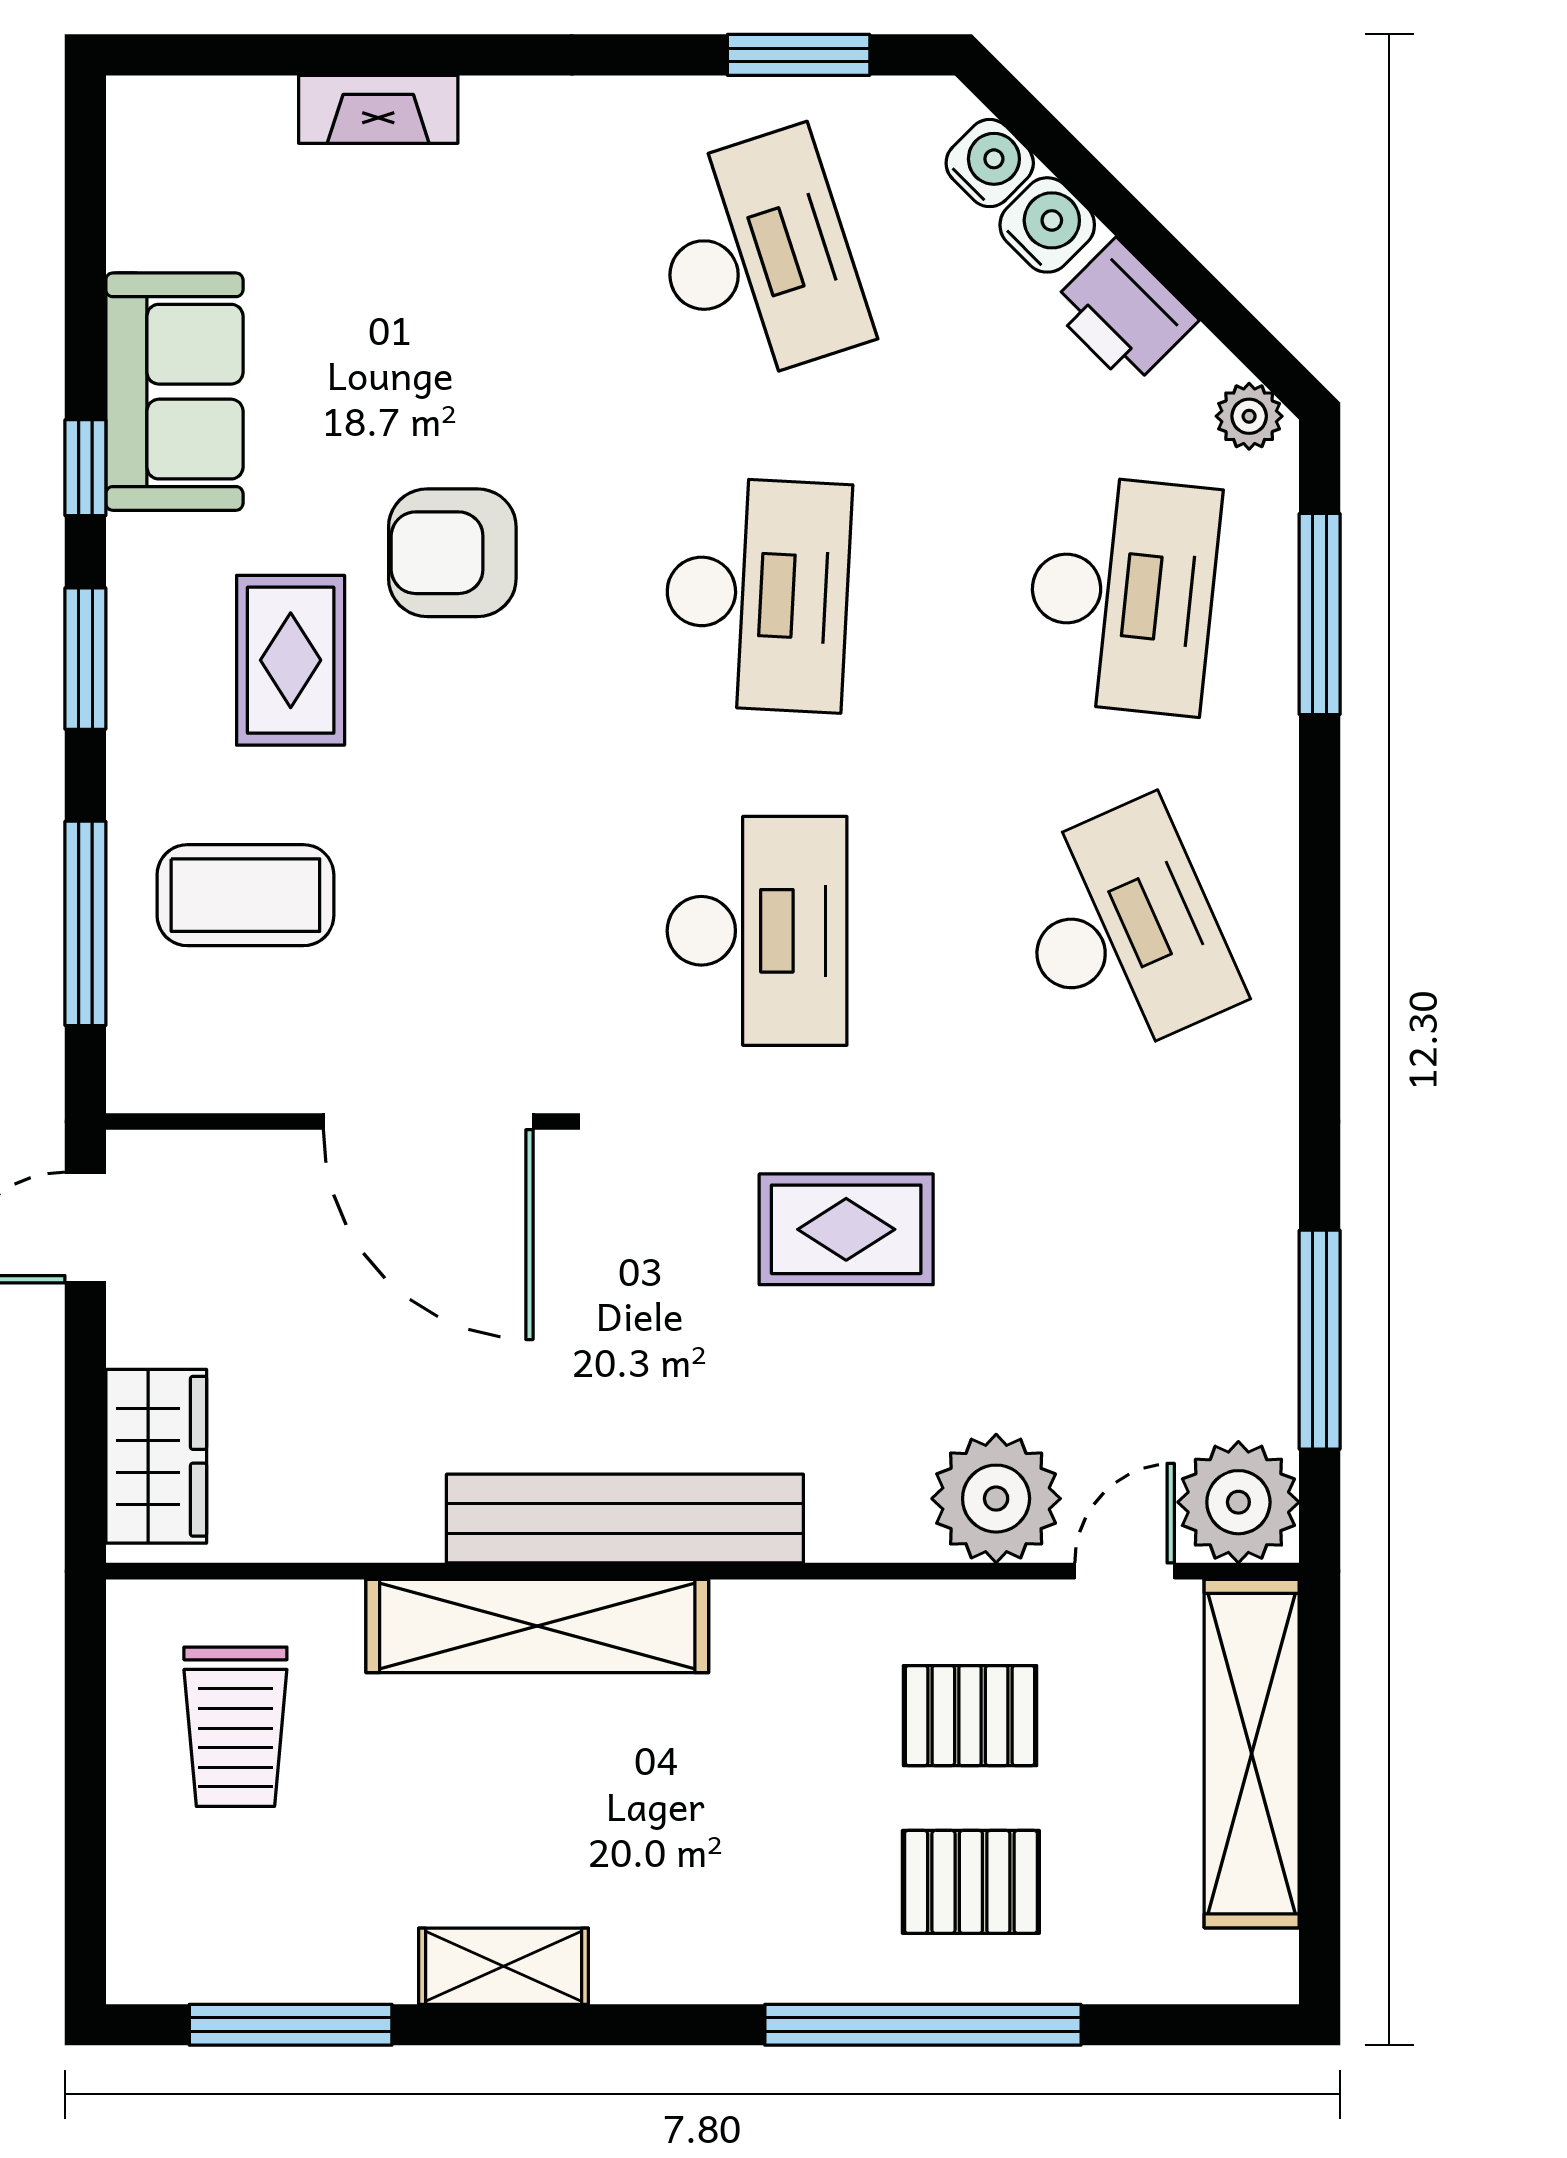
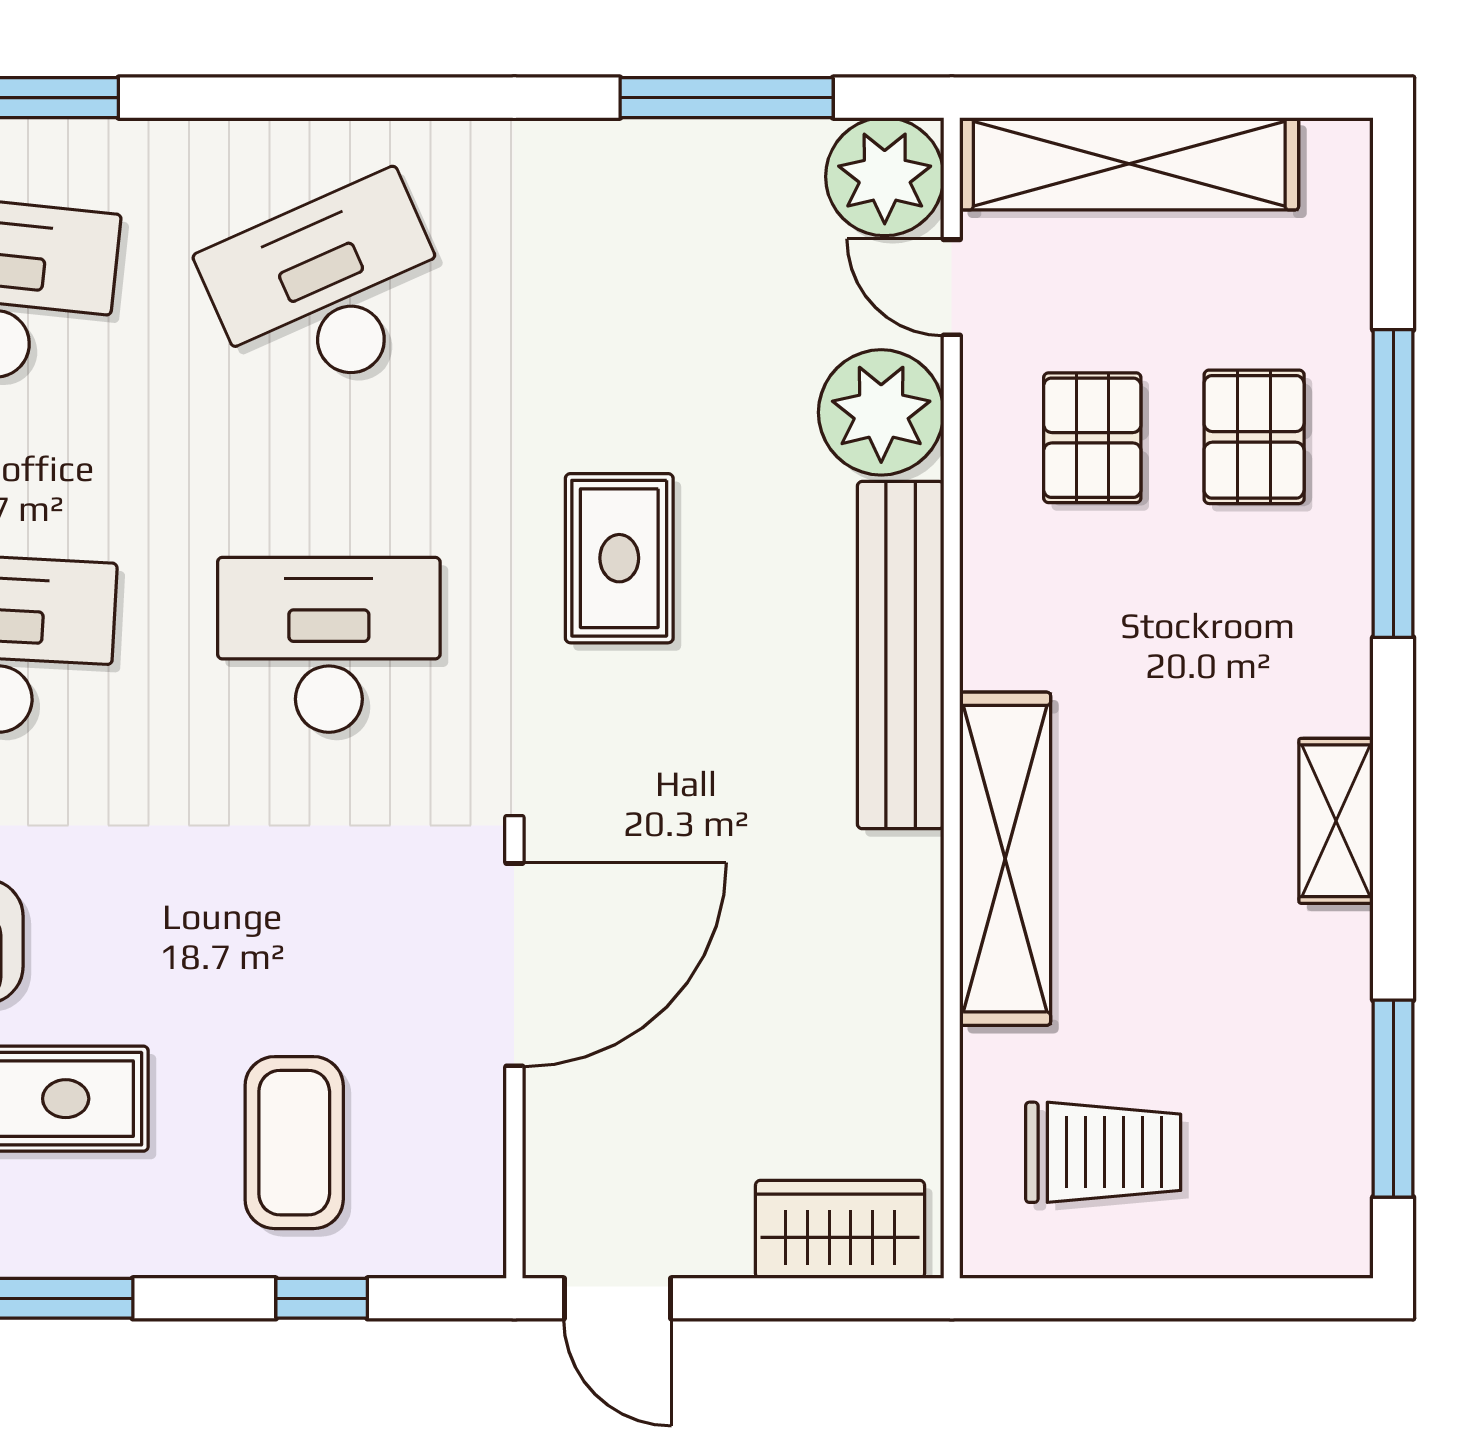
window: (85, 923) -> (322, 1298), width x0.46
bench: (625, 1519) -> (901, 655), moved
shelving: (504, 1966) -> (1336, 821), moved

